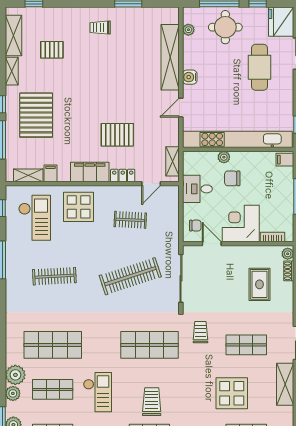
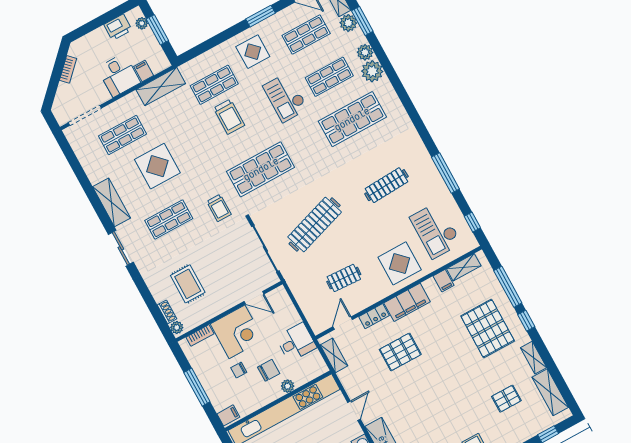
chair: (195, 226) -> (239, 370), moved

